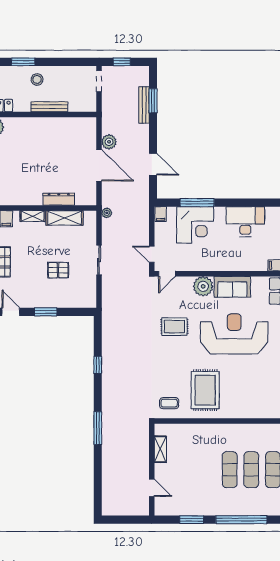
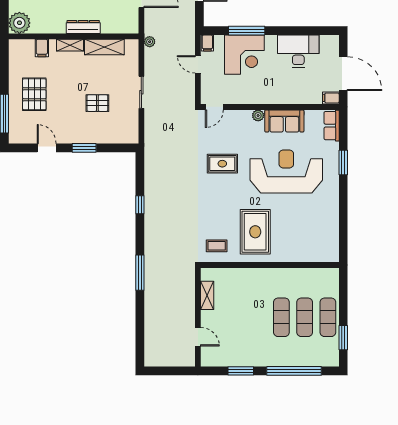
dresser: (59, 199) -> (83, 27), moved
door: (152, 254) -> (198, 64), moved
plant: (203, 286) -> (258, 115), width x0.53, depth x0.53

